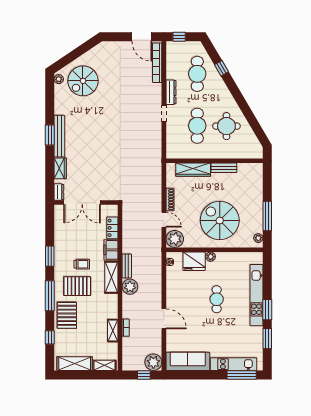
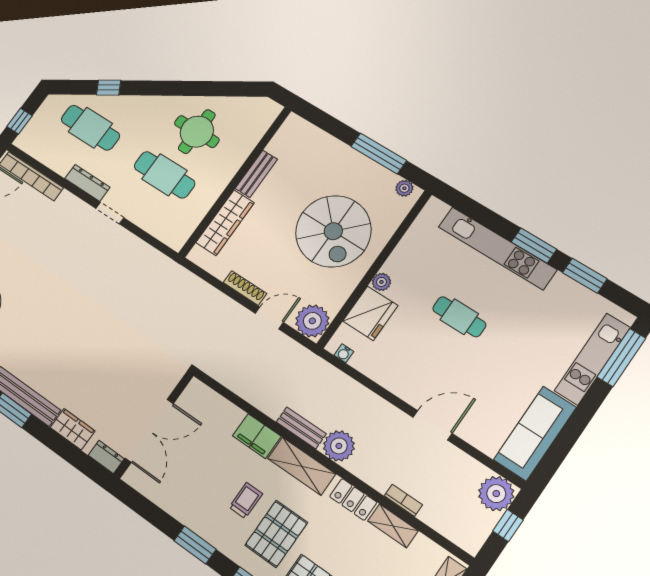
spiral stairs: (220, 220) -> (333, 231), turned -90
locker: (112, 228) -> (353, 499), moved

